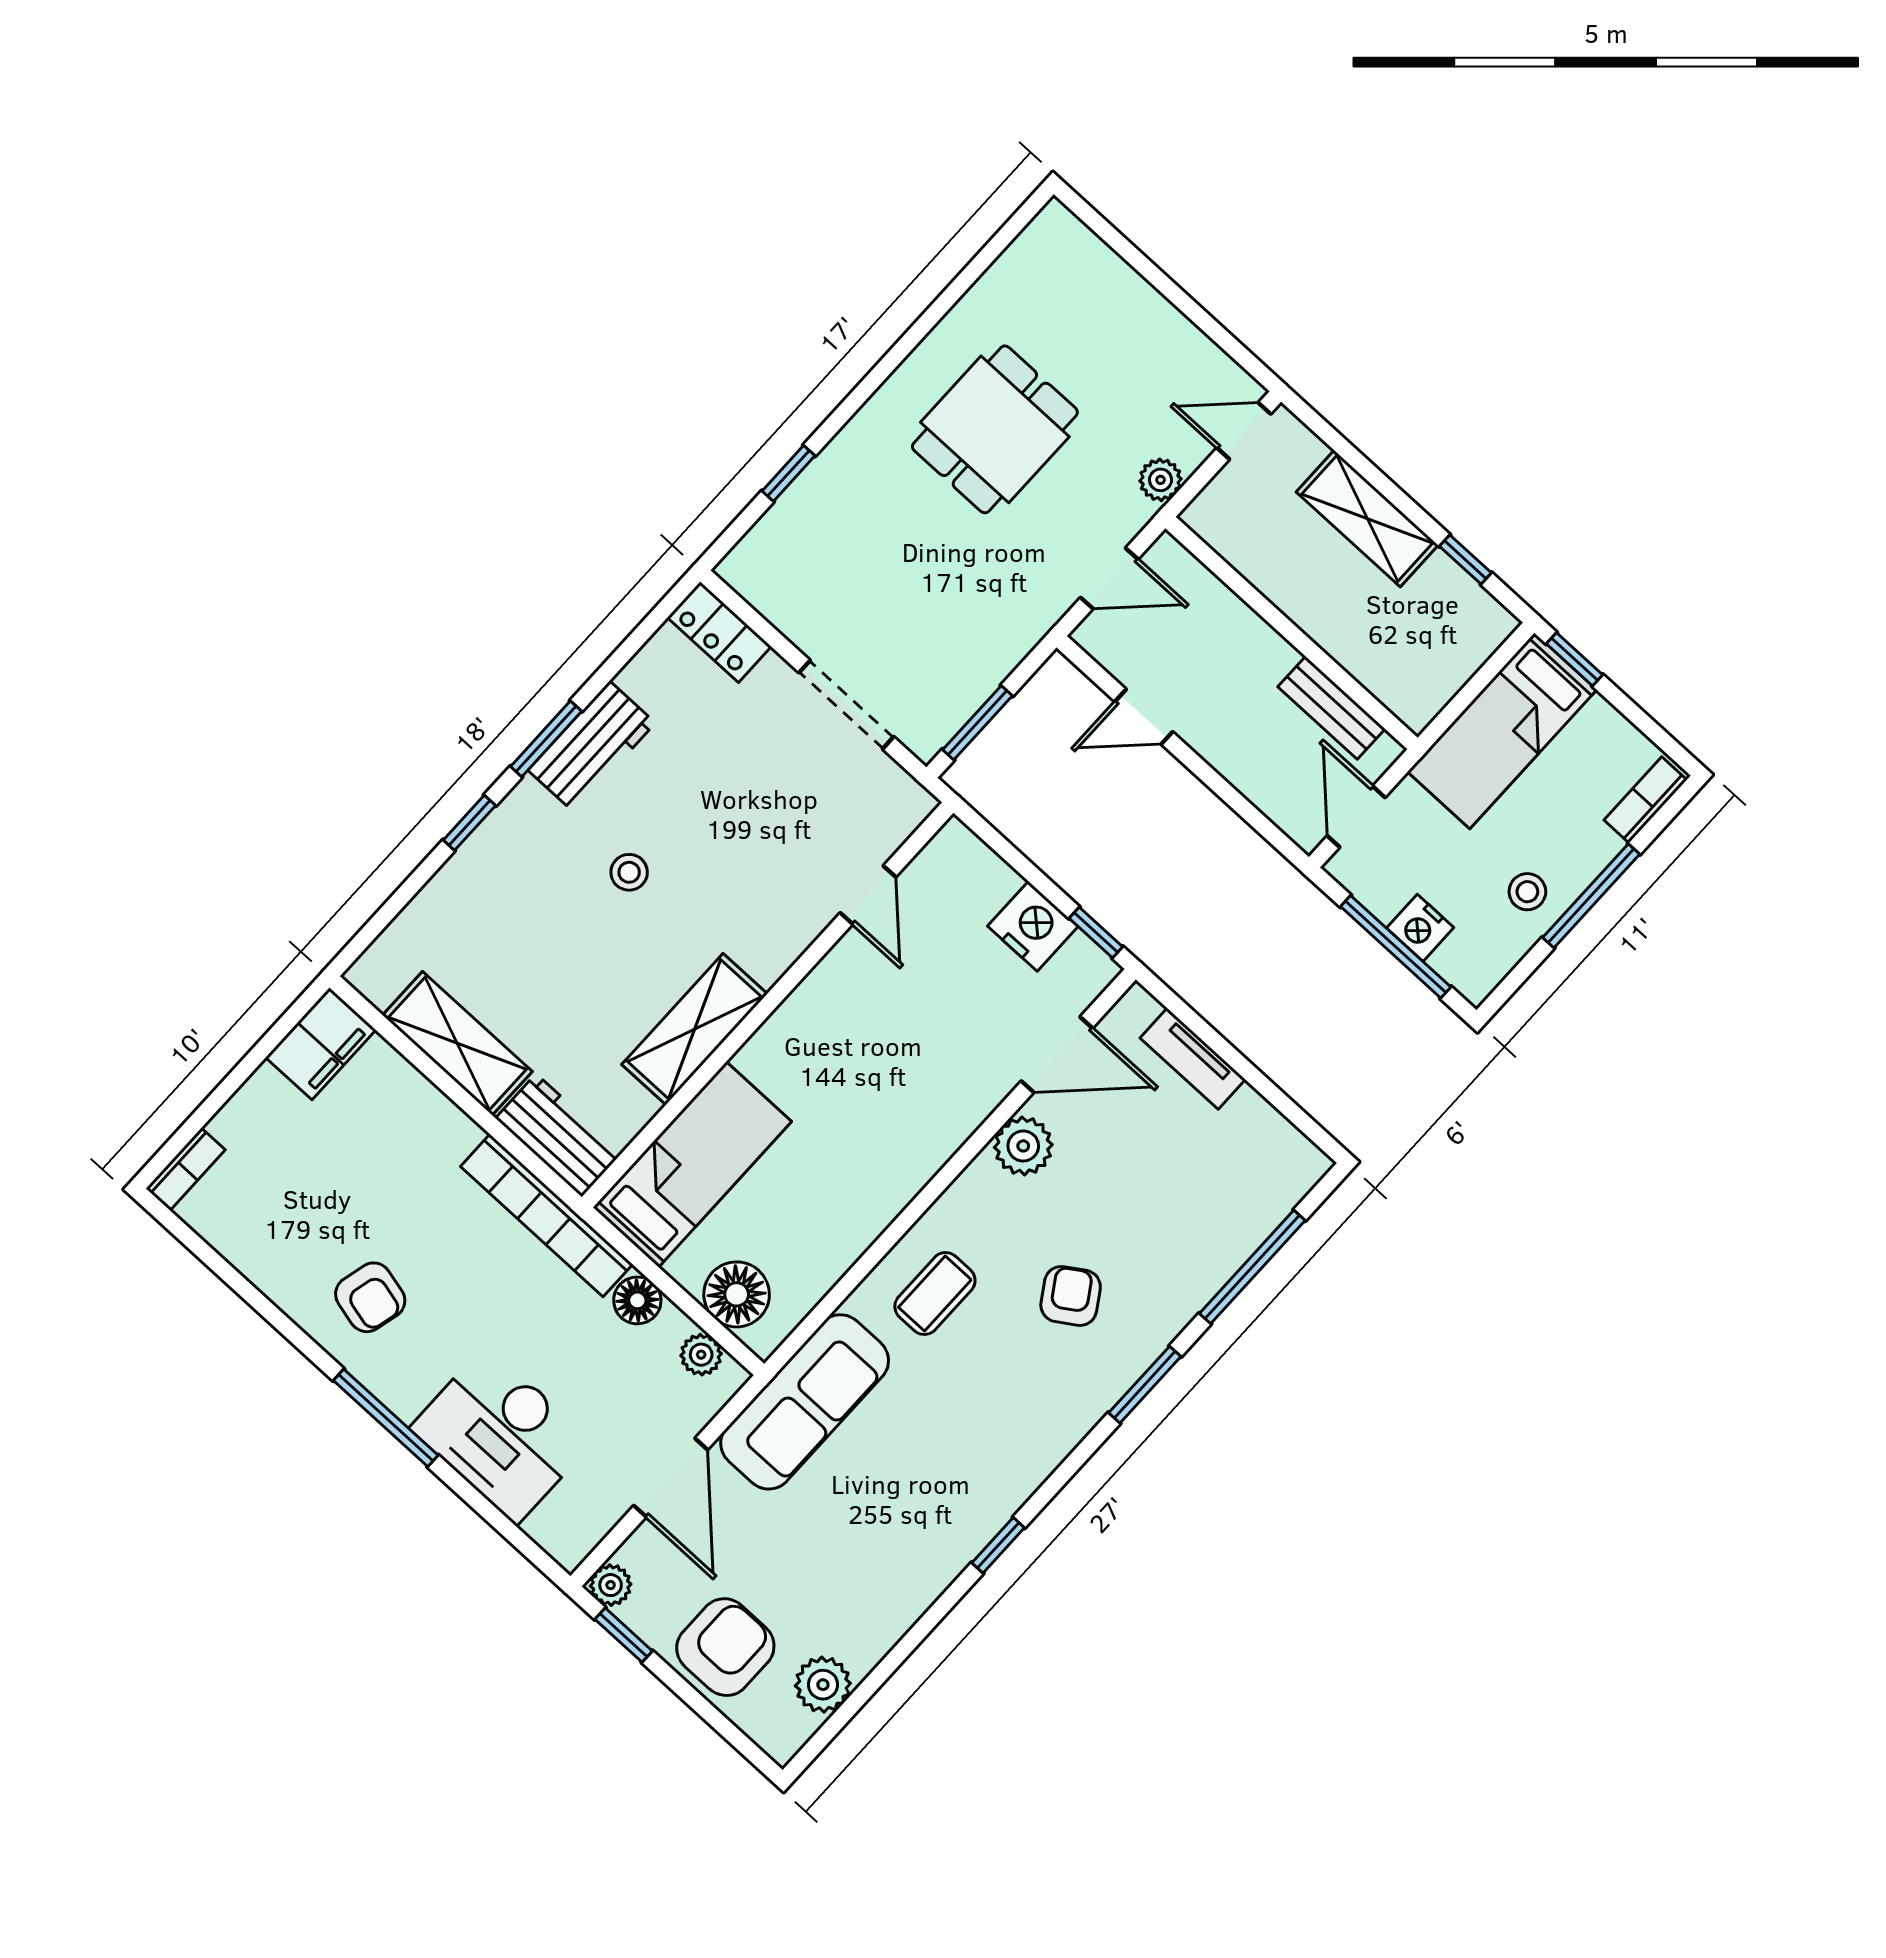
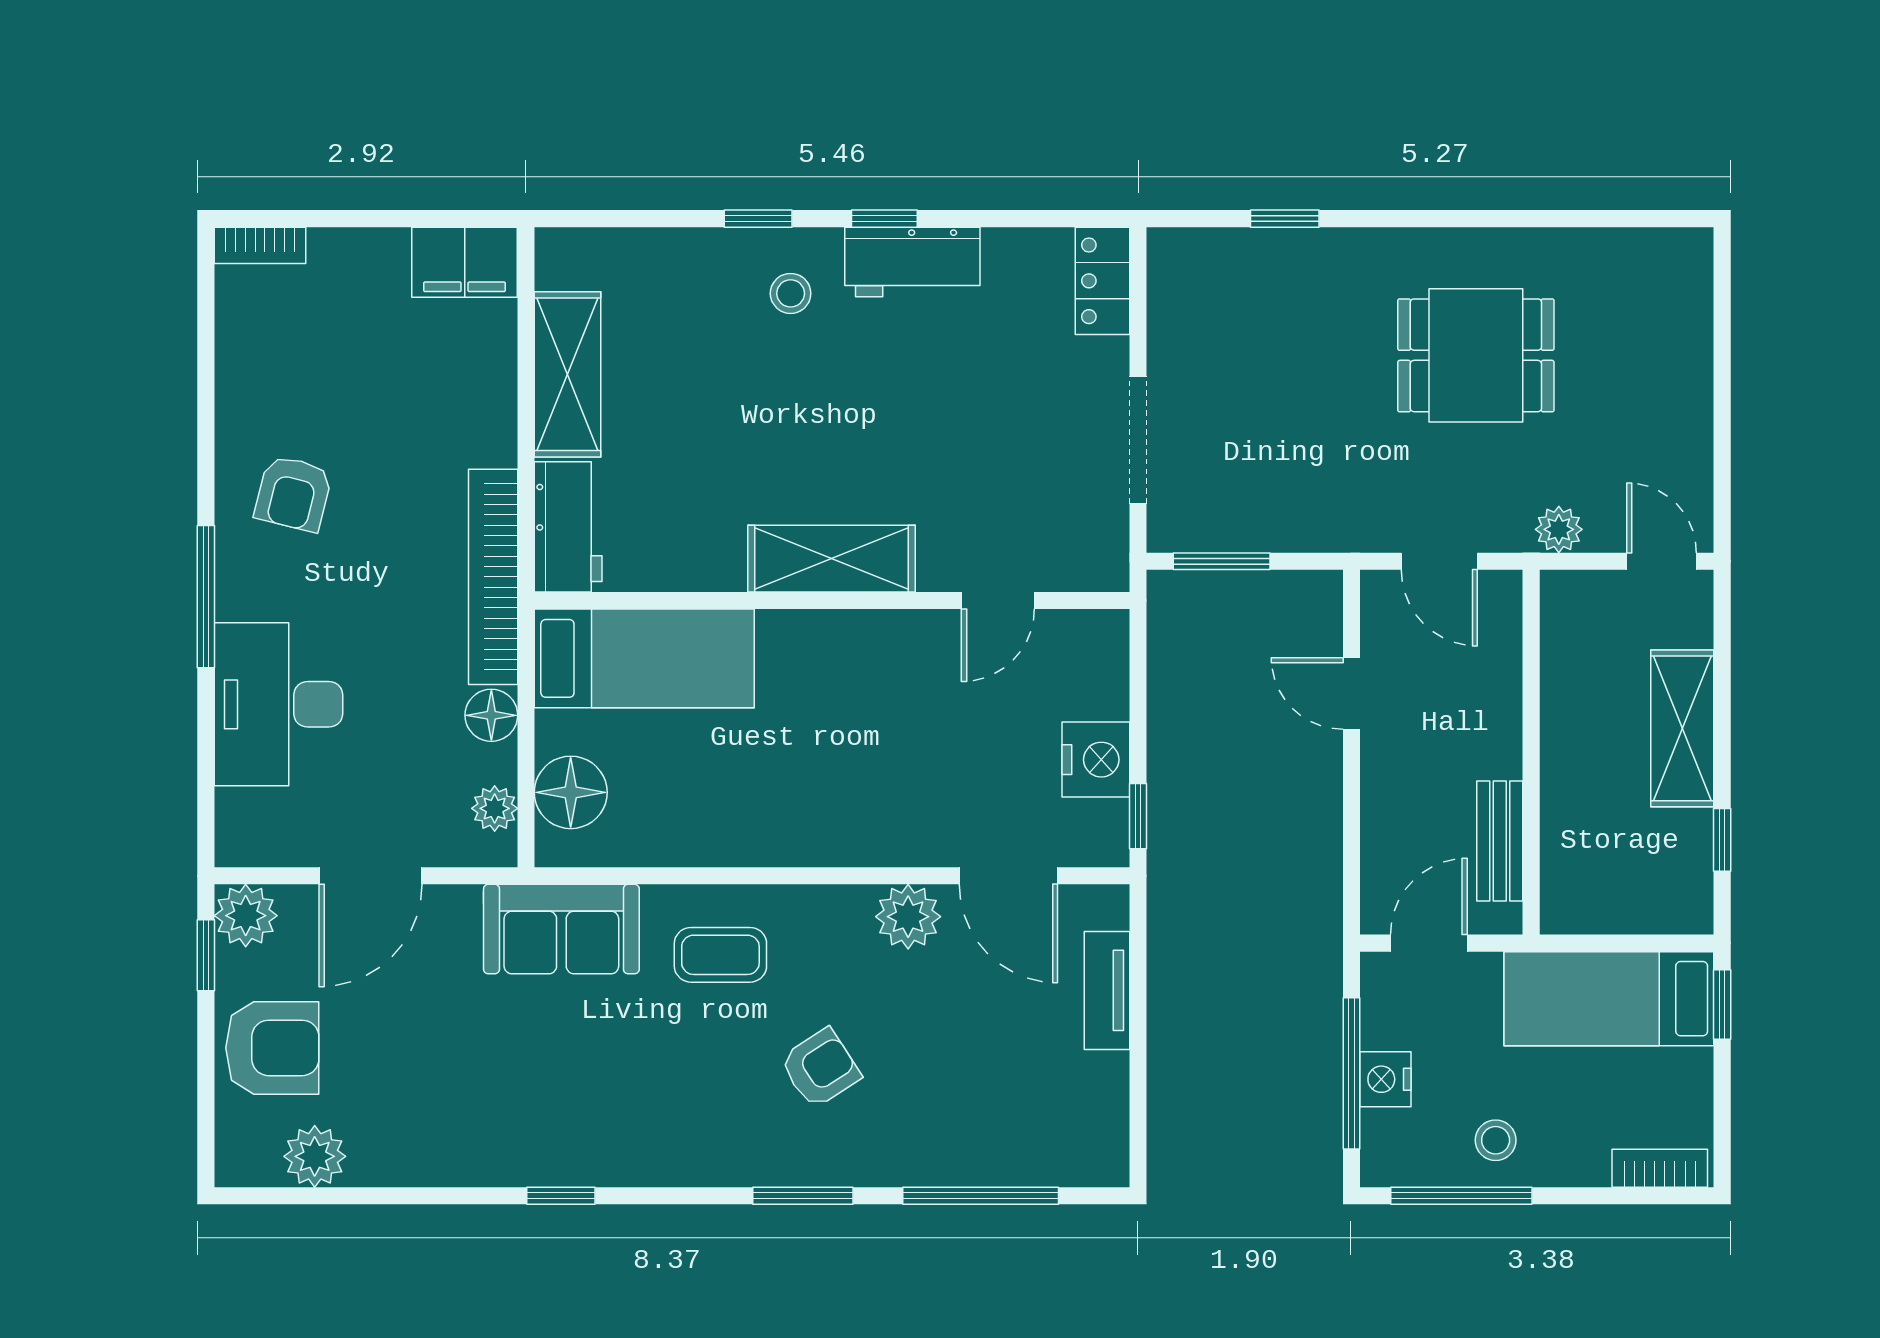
window: (546, 739) -> (884, 219), width x0.67
stool: (629, 872) -> (791, 293), moved
window: (1591, 896) -> (1461, 1196), moved
shelving: (695, 1029) -> (831, 559), moved
sofa: (805, 1402) -> (561, 929), width x0.73
plant: (611, 1585) -> (246, 916), width x1.38, depth x1.38

